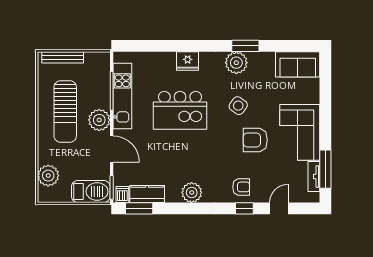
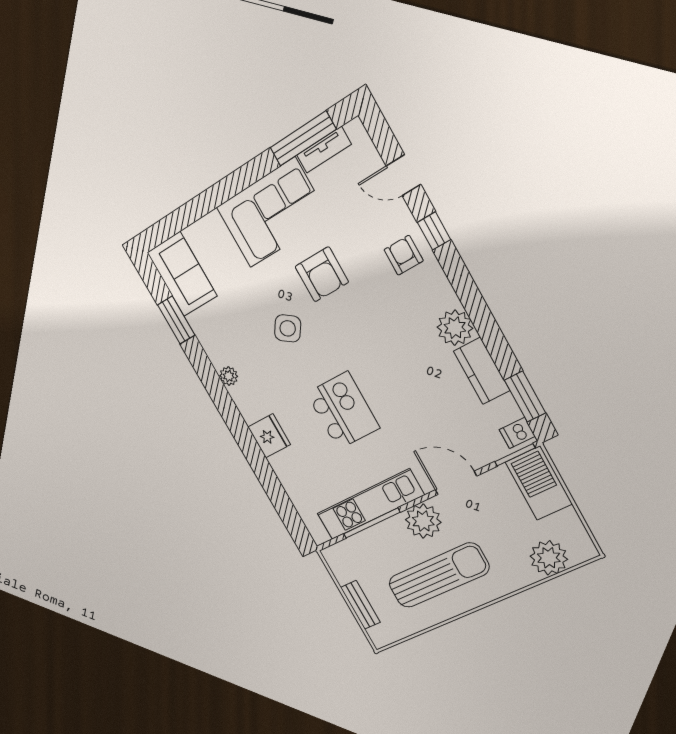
window: (245, 46) -> (176, 320), moved
bench: (63, 57) -> (360, 605), width x0.73
plant: (236, 63) -> (229, 376), width x0.53, depth x0.53
kitchen island: (180, 110) -> (343, 411), width x0.73, depth x0.78
door: (112, 149) -> (456, 483), hinge flipped
kitchen counter: (147, 194) -> (482, 371), moved

